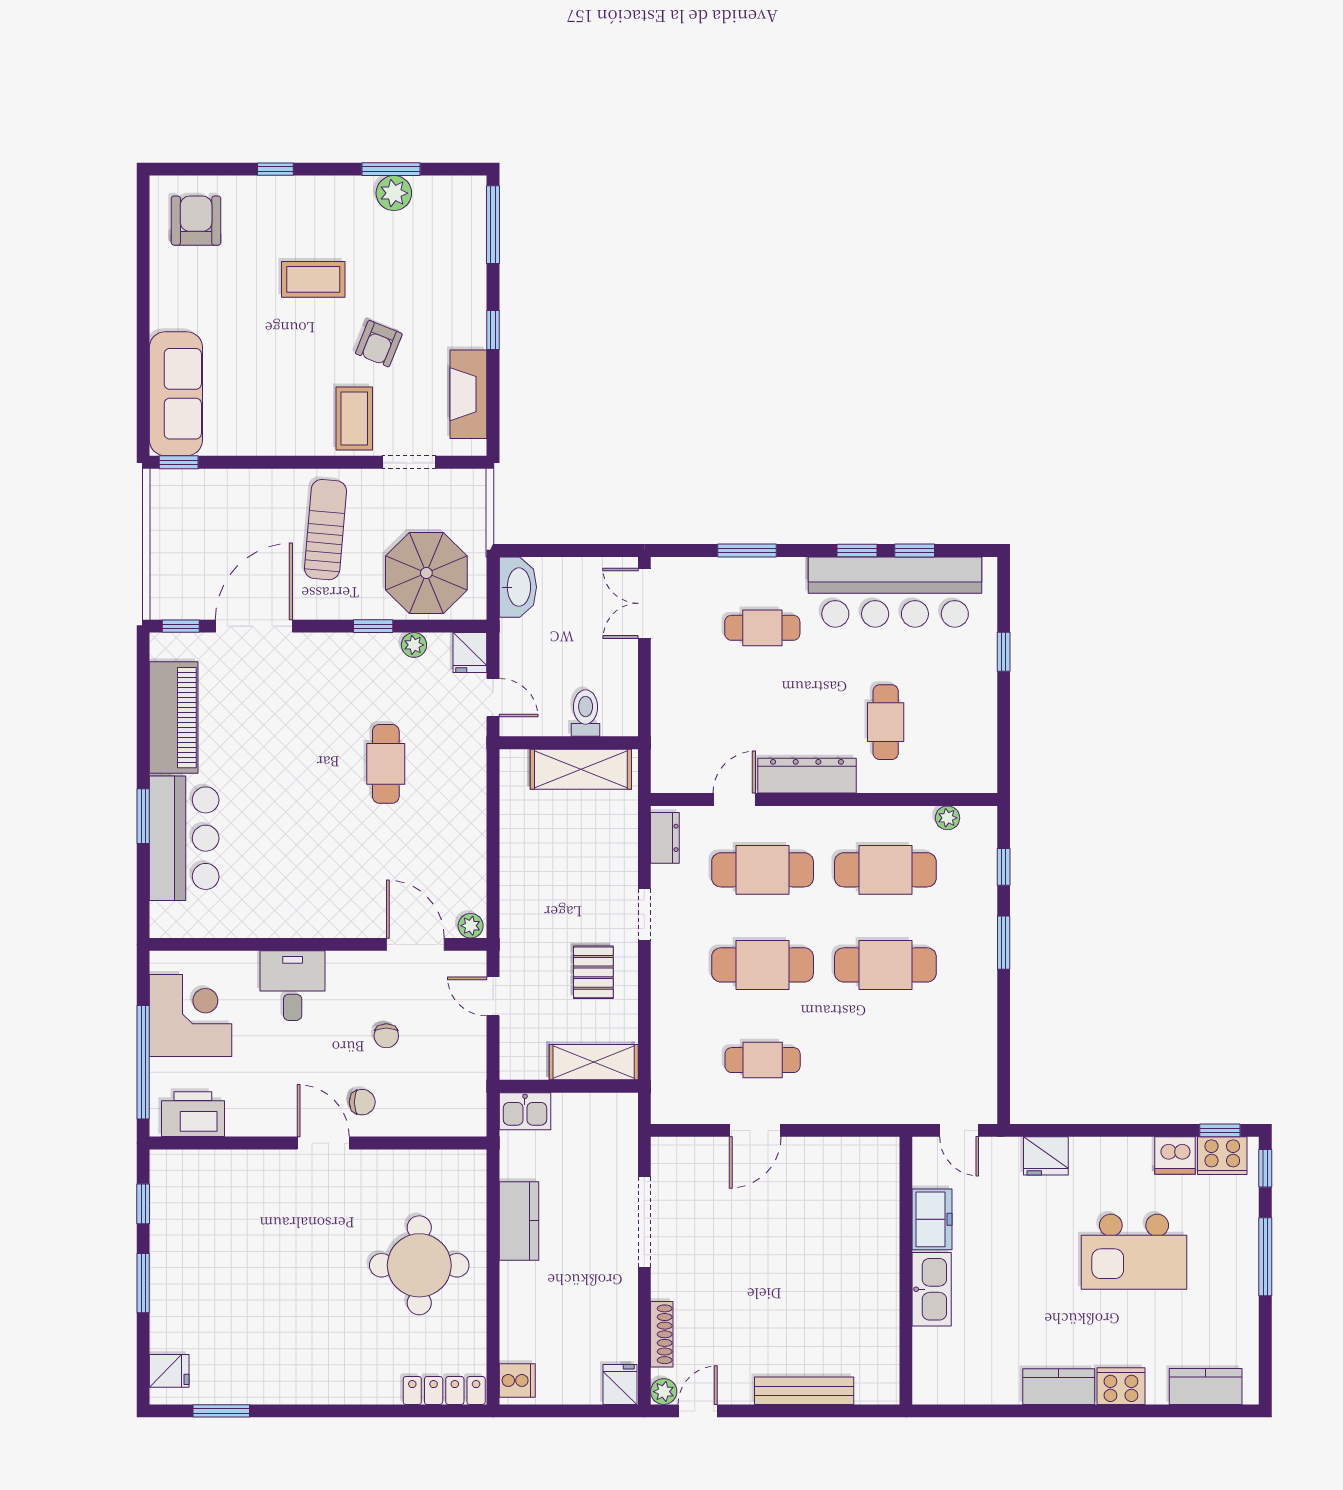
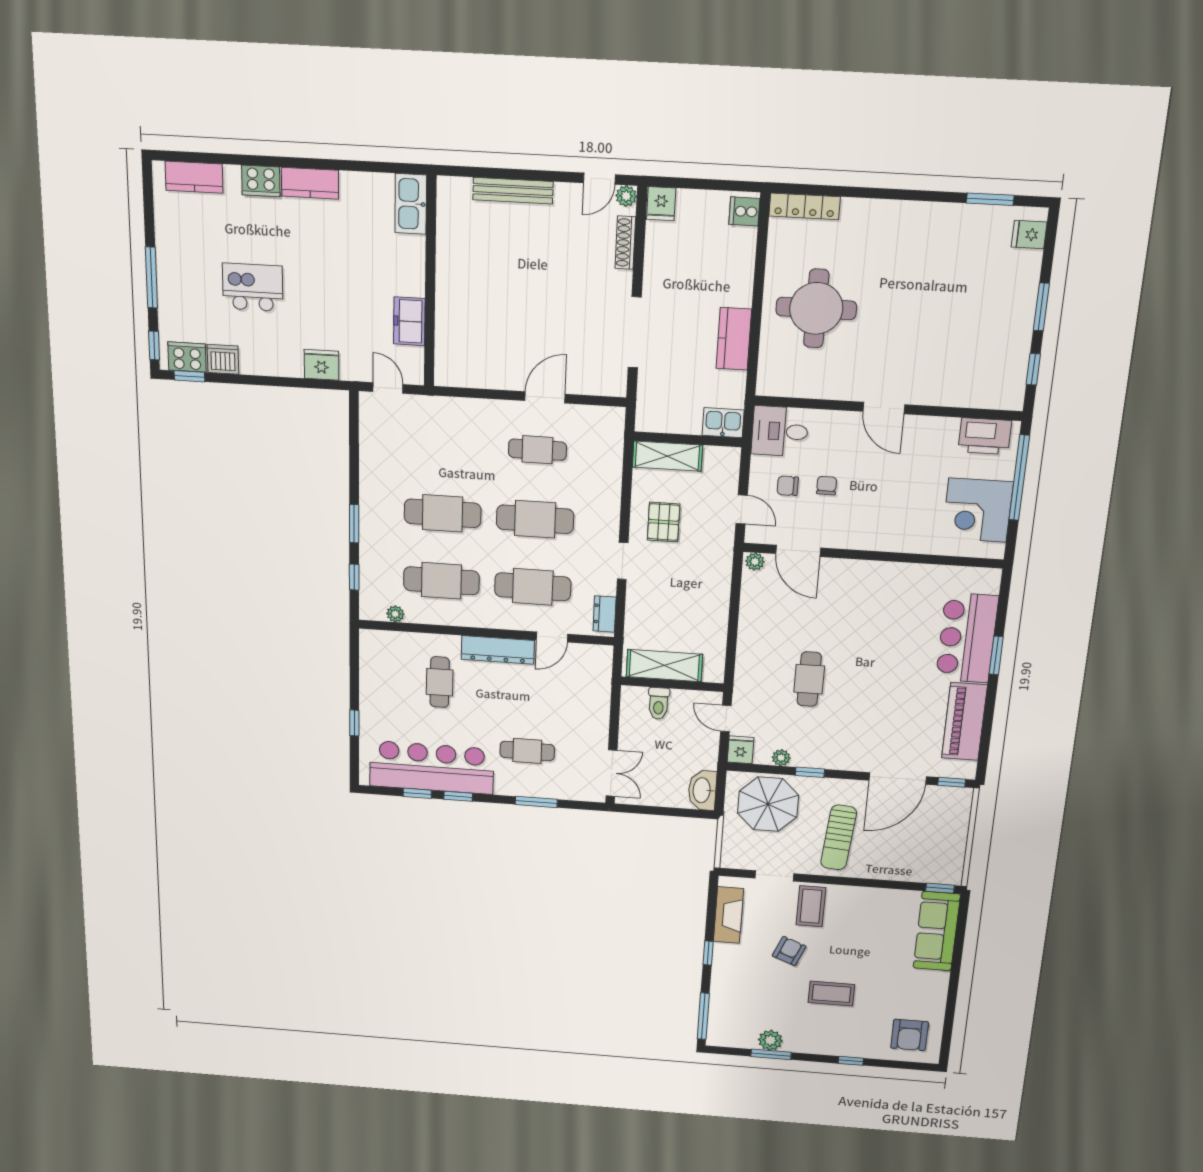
desk: (293, 986) -> (780, 431), moved, turned 90
chair: (362, 1102) -> (788, 486), moved
kitchen island: (1134, 1252) -> (253, 287), width x0.73, depth x0.78
kitchen sink: (932, 1289) -> (411, 204), moved

